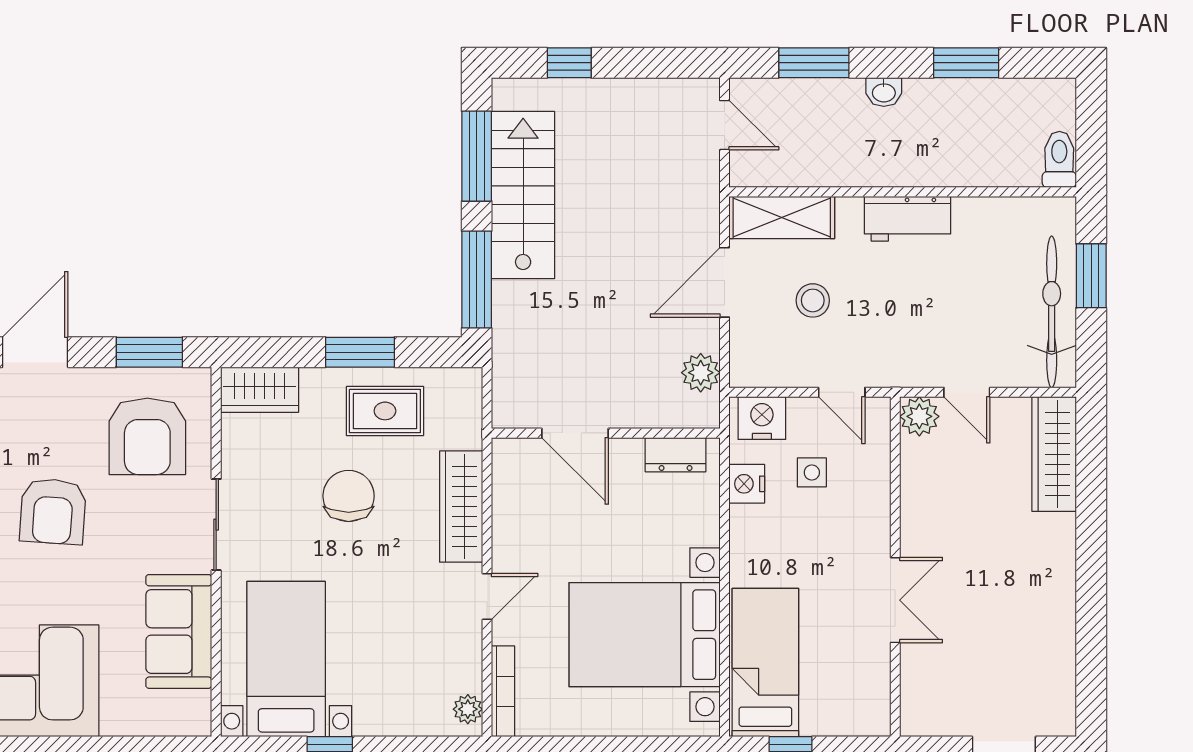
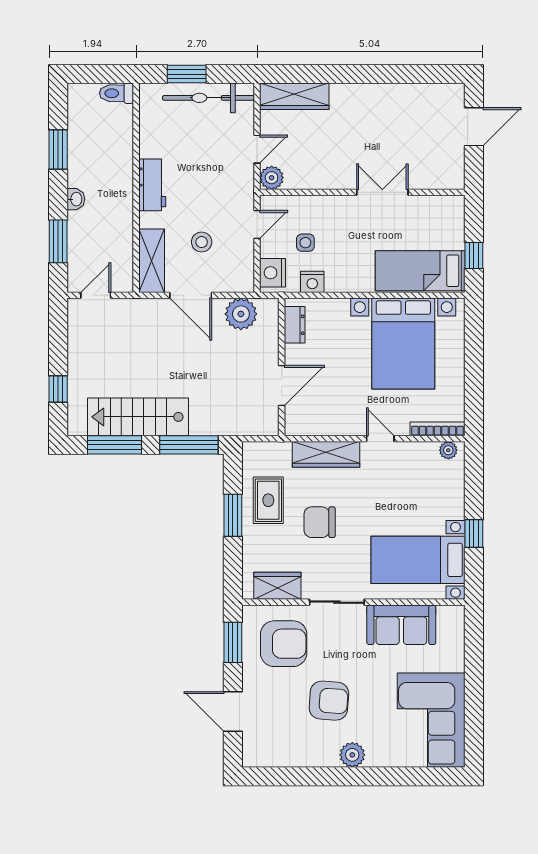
plant: (701, 373) -> (241, 314), width x1.36, depth x1.36
wardrobe: (260, 390) -> (277, 586), moved, turned -90

